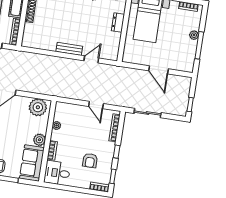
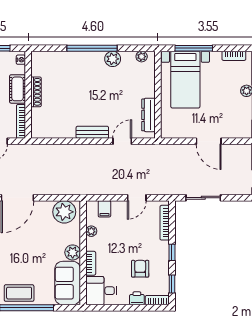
dresser: (118, 22) -> (148, 115), moved, width x1.44
door: (96, 105) -> (137, 198), hinge flipped
filing cabinet: (69, 110) -> (104, 209), added
armchair: (90, 161) -> (140, 269), turned 180
printer: (84, 183) -> (137, 298), added

